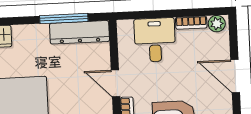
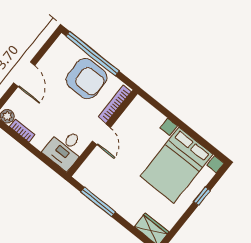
dresser: (80, 32) -> (96, 185), removed
desk: (155, 40) -> (65, 149), moved

